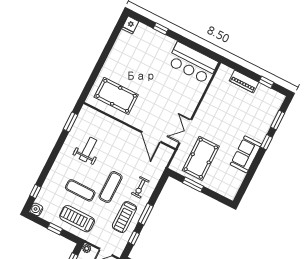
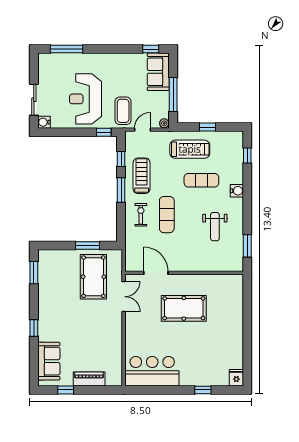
pool table: (116, 96) -> (184, 308), moved
window: (278, 120) -> (34, 273), moved
sofa: (246, 154) -> (49, 361), moved
exercise mat: (111, 187) -> (167, 215), moved
water cooler: (36, 209) -> (237, 191), moved

